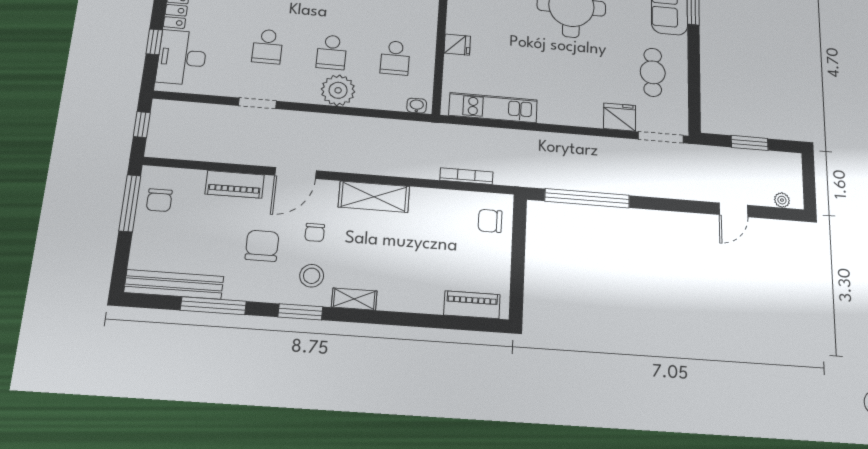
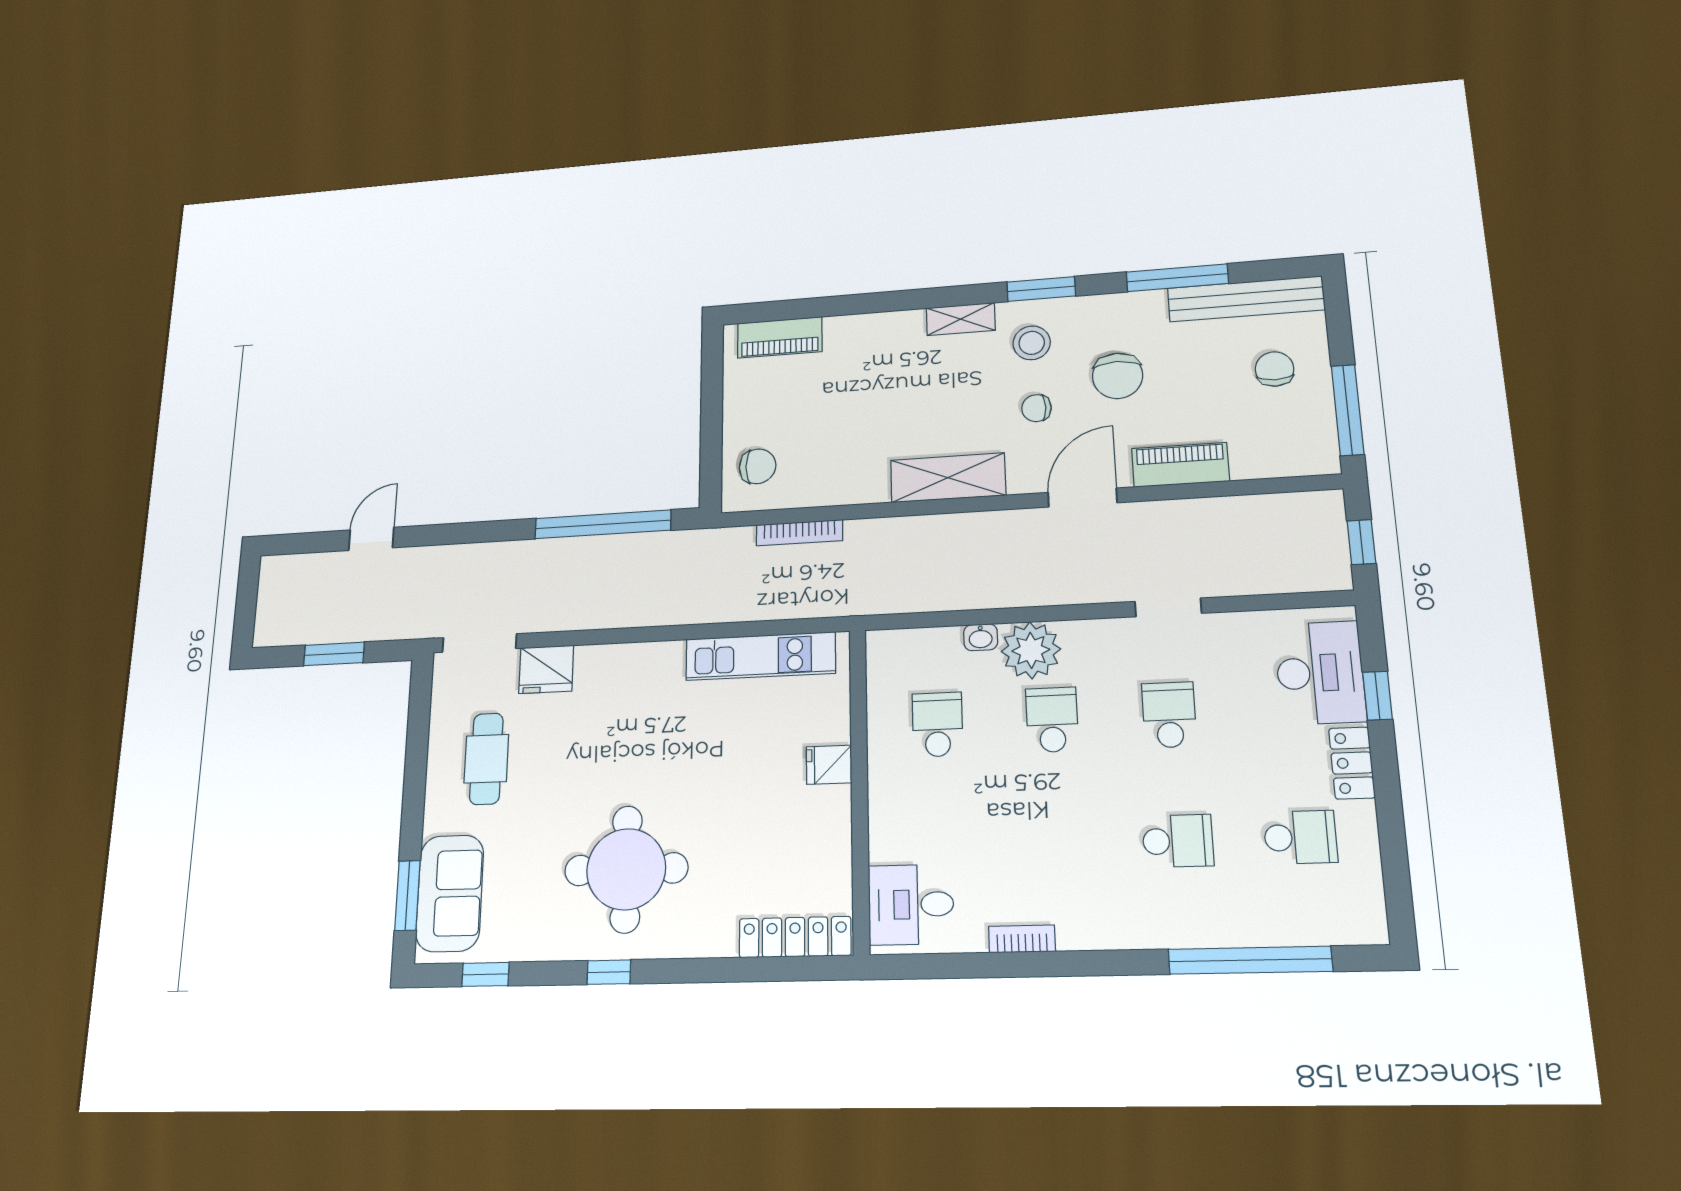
washbasin: (417, 106) -> (981, 637), moved
chair: (159, 200) -> (1274, 369), moved
plant: (782, 200) -> (293, 566), removed
chair: (315, 232) -> (1036, 408), turned -90

